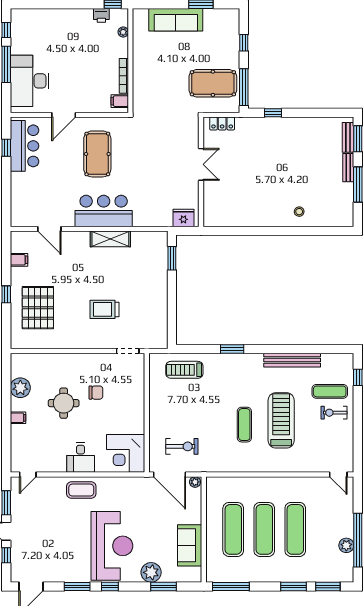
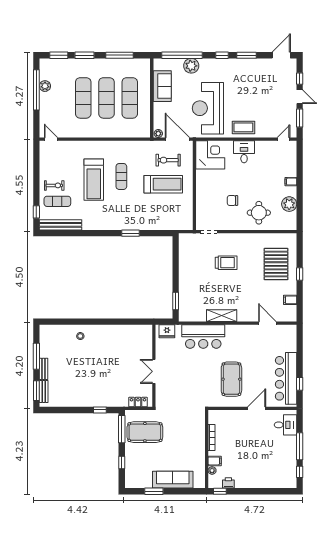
desk: (30, 81) -> (285, 425), width x0.53, depth x0.77
filing cabinet: (120, 101) -> (215, 461), moved
bar counter: (24, 146) -> (286, 378), width x1.36
bar counter: (104, 211) -> (203, 336), moved
bench: (292, 360) -> (61, 225), moved
treadmill: (184, 370) -> (163, 184), moved, width x1.37, depth x1.38
round table: (64, 403) -> (259, 213), moved
reception desk: (112, 546) -> (208, 108), moved
window: (163, 586) -> (182, 55), width x2.11
window: (231, 586) -> (120, 55), moved

